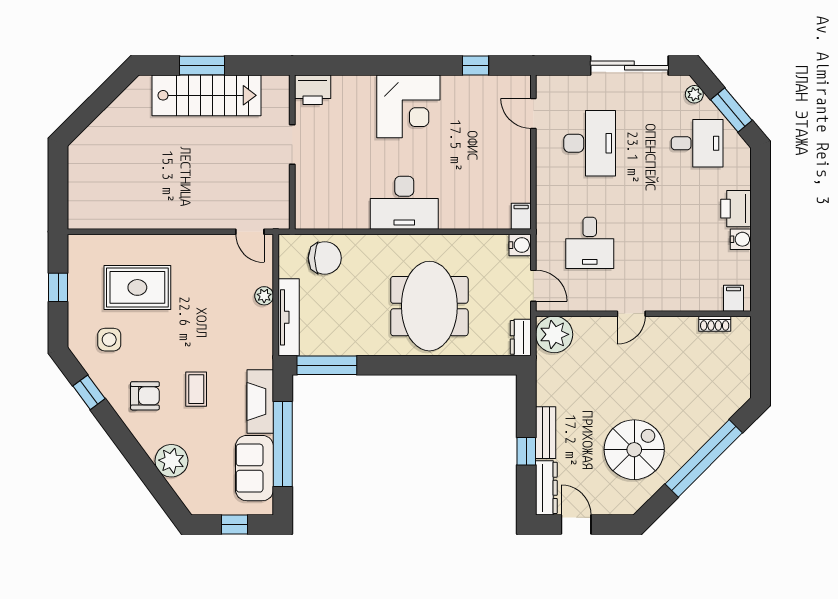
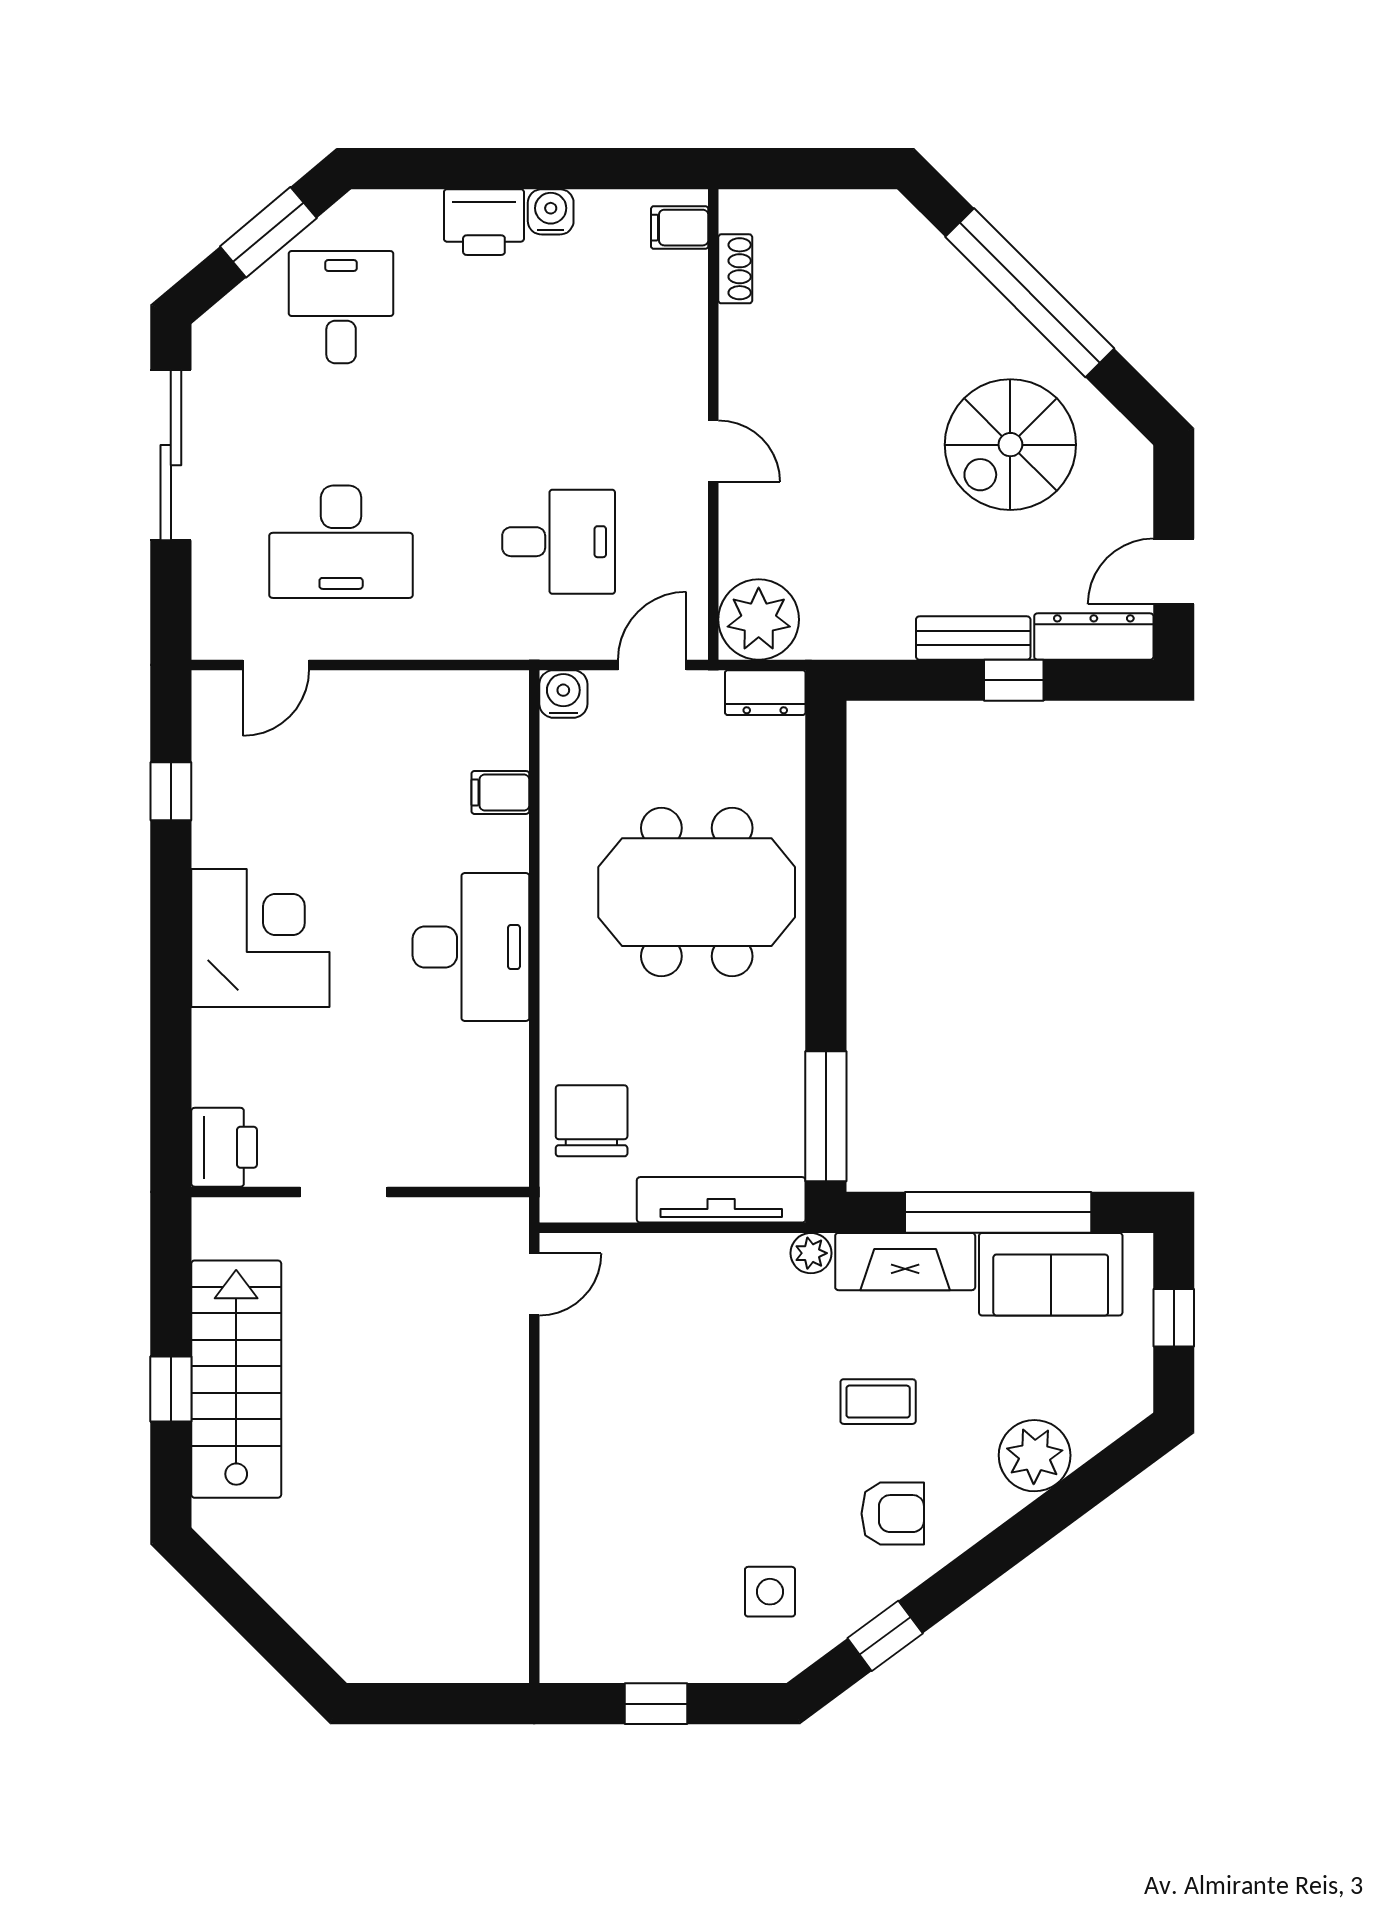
window: (202, 65) -> (171, 1389), width x0.67
plant: (694, 94) -> (234, 313), removed
desk: (590, 143) -> (341, 542), turned 180
filing cabinet: (521, 216) -> (500, 792), moved
rug: (137, 287) -> (656, 1530), removed
plant: (264, 296) -> (811, 1253), moved
armchair: (145, 396) -> (893, 1514), turned 90
spiral stairs: (634, 450) -> (1010, 445), turned -90

